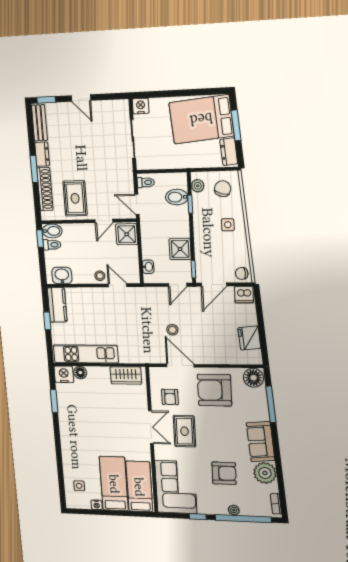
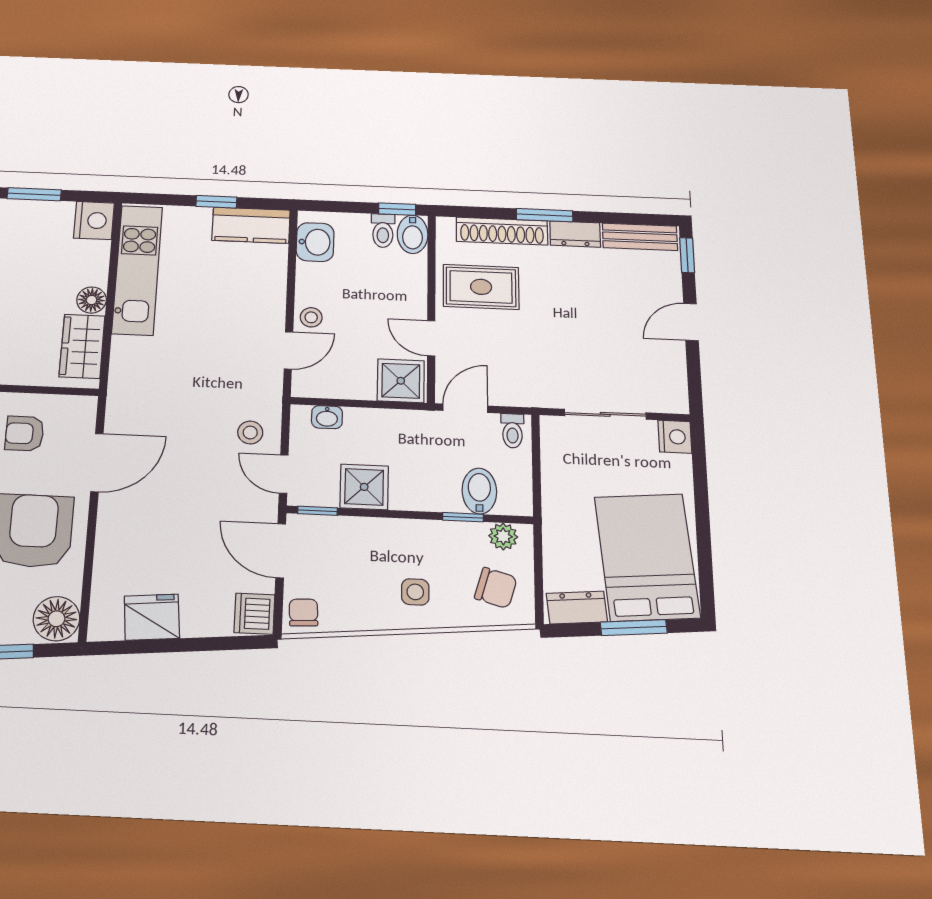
stool: (172, 330) -> (250, 433), moved
floor lamp: (80, 373) -> (92, 300), moved

